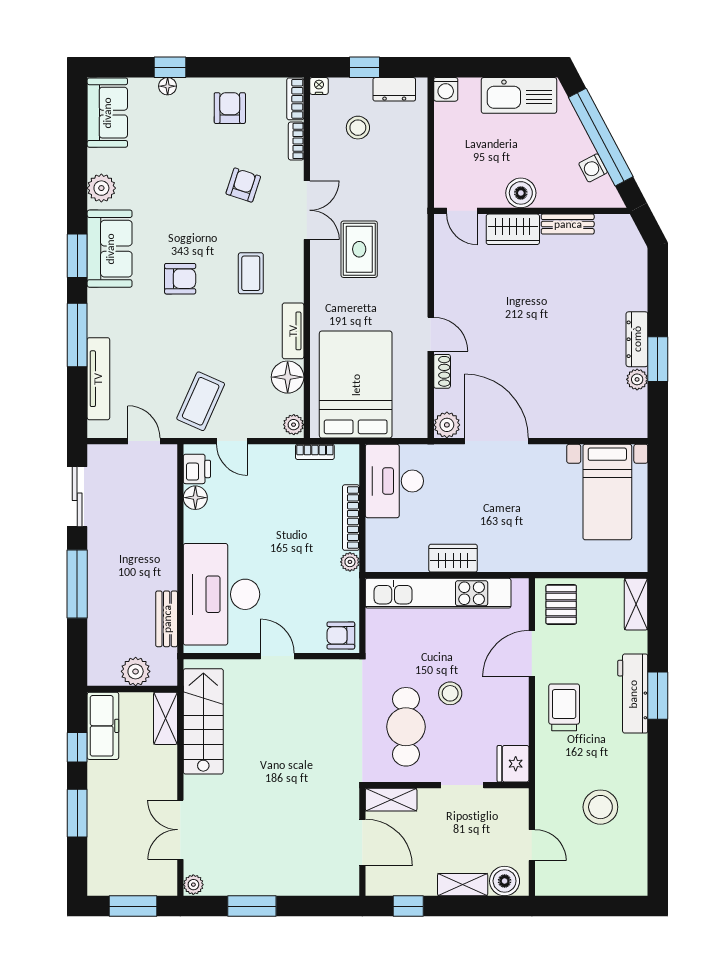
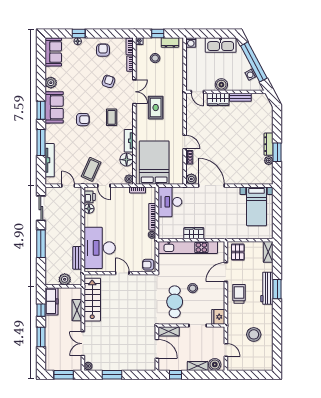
shelving: (165, 718) -> (77, 310), moved

